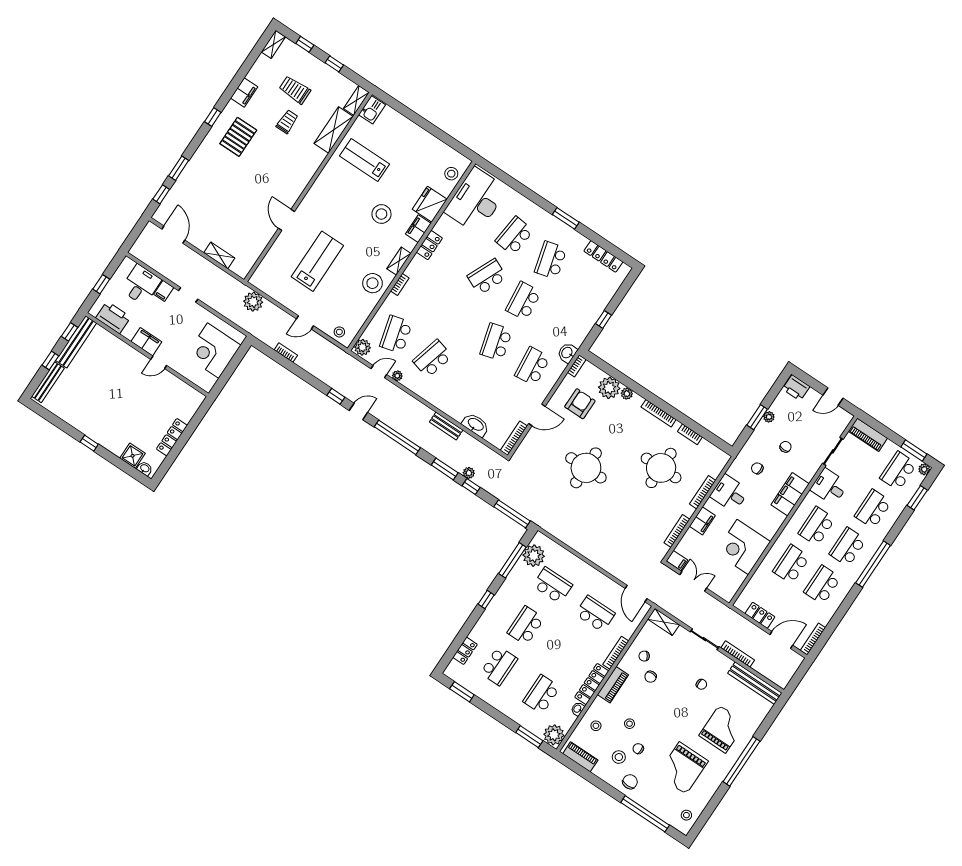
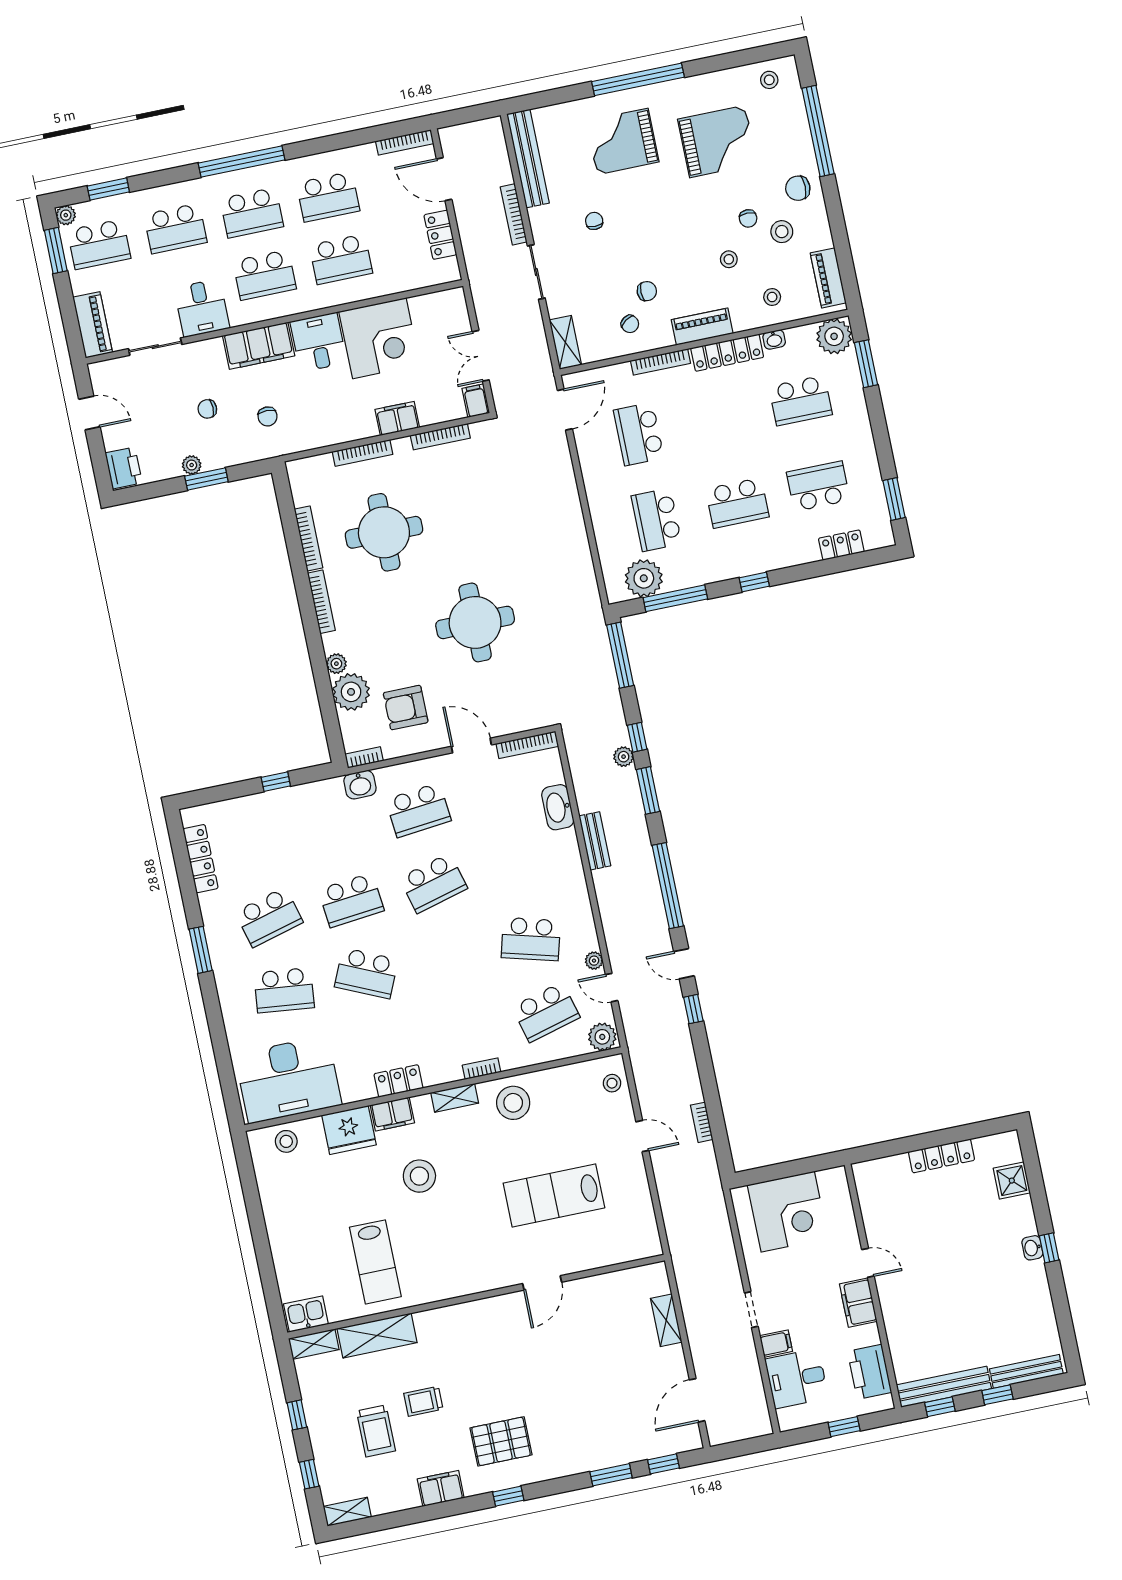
plant: (253, 302) -> (680, 1223), removed
bookcase: (690, 434) -> (309, 539), width x1.56
washbasin: (145, 468) -> (1032, 1248), moved
desk: (730, 493) -> (319, 342), moved, turned 180

